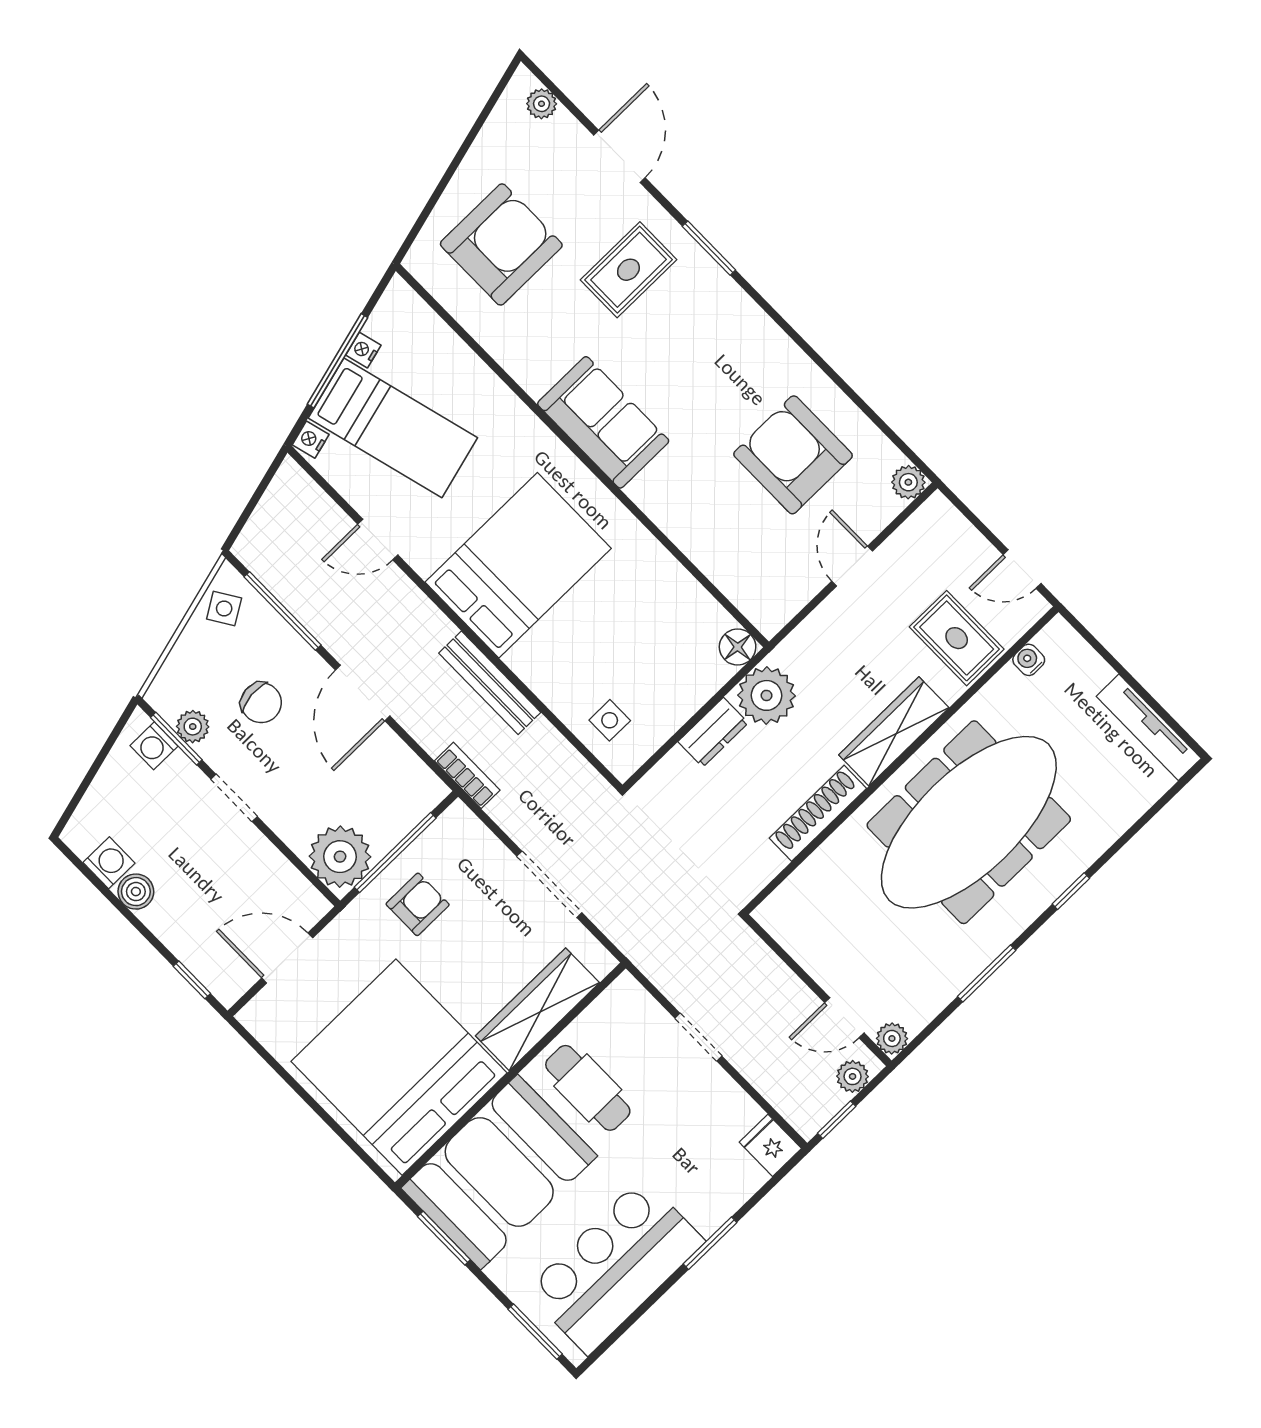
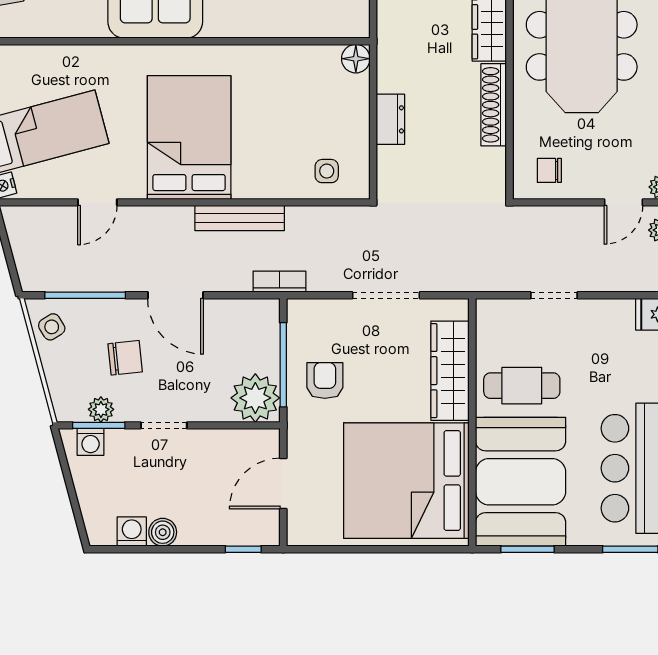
plant: (767, 695) -> (399, 69), removed
chair: (808, 922) -> (549, 170), added

